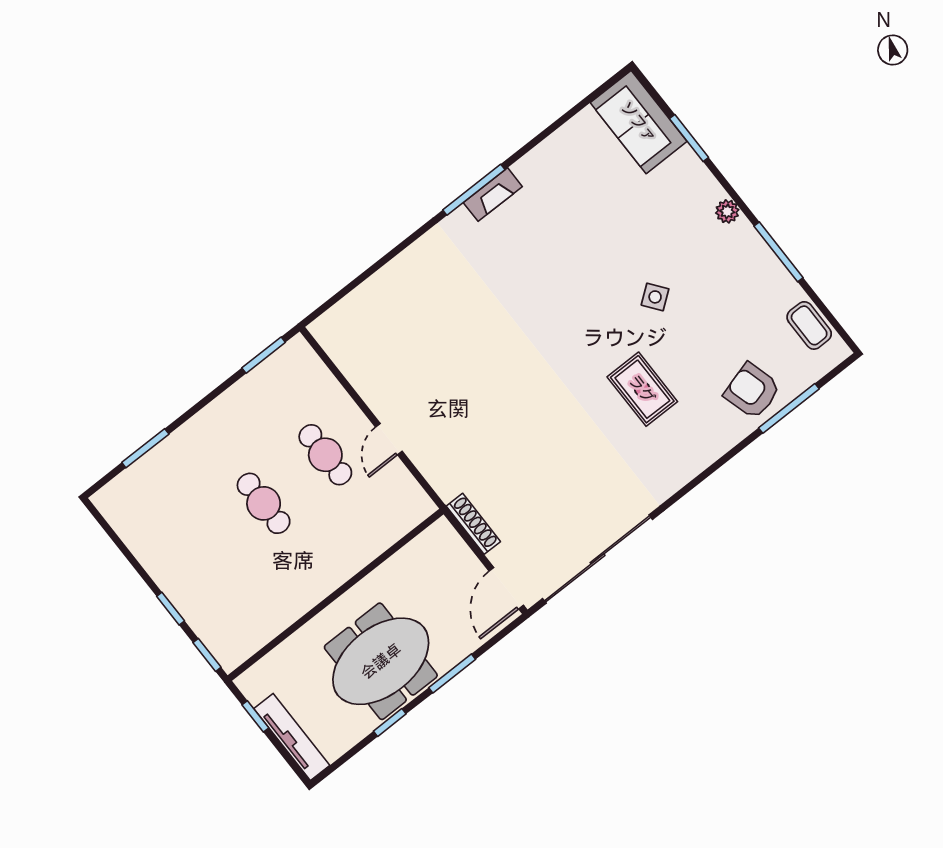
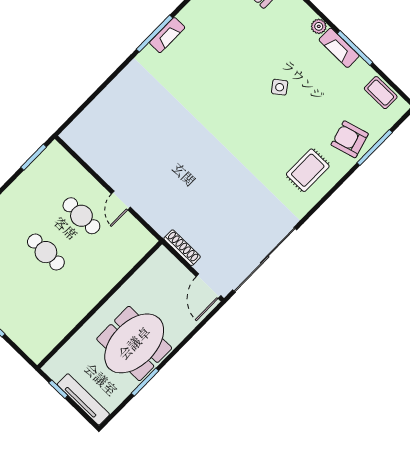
fireplace: (754, 248) -> (339, 48), added
rug: (642, 389) -> (308, 170), moved, turned 90
window: (207, 655) -> (22, 354), removed
window: (452, 673) -> (181, 345), removed
window: (390, 723) -> (145, 382), width x1.50

